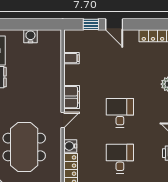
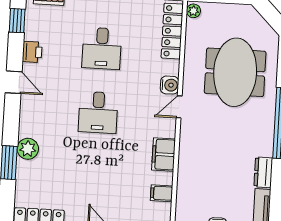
filing cabinet: (72, 97) -> (164, 155), moved
water cooler: (70, 146) -> (170, 85), moved

